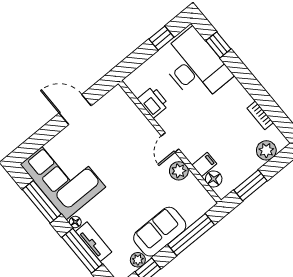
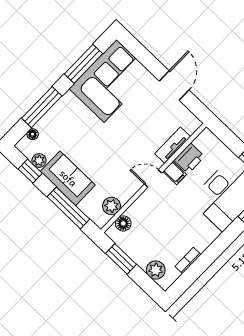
filing cabinet: (204, 164) -> (175, 173), moved
plant: (179, 171) -> (111, 206), moved
floor lamp: (75, 222) -> (33, 134), moved
tv unit: (94, 242) -> (173, 145), moved, turned 180

